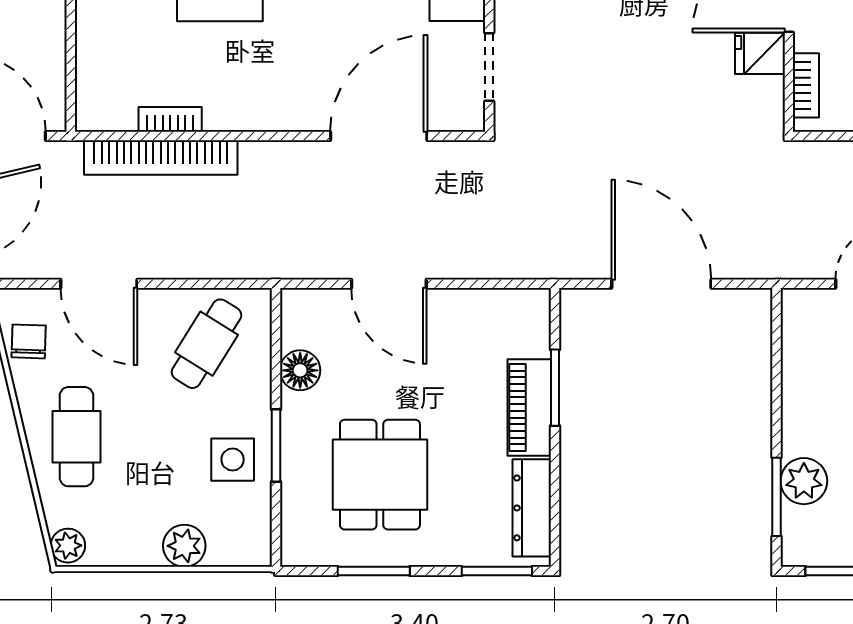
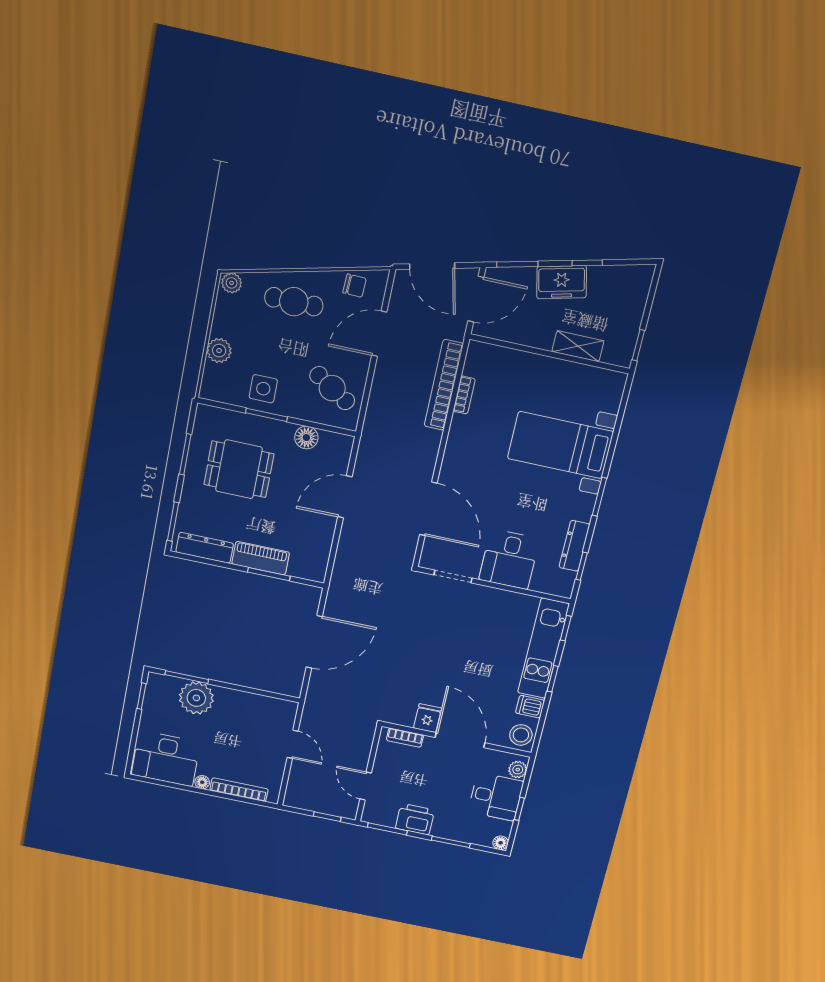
plant: (804, 481) -> (196, 698), width x1.36, depth x1.36

